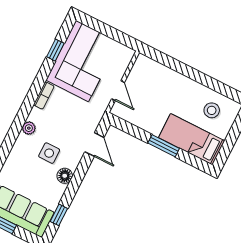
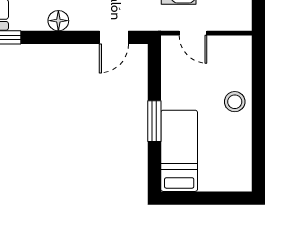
door: (118, 91) -> (193, 33), hinge flipped
stool: (212, 110) -> (235, 102), moved

